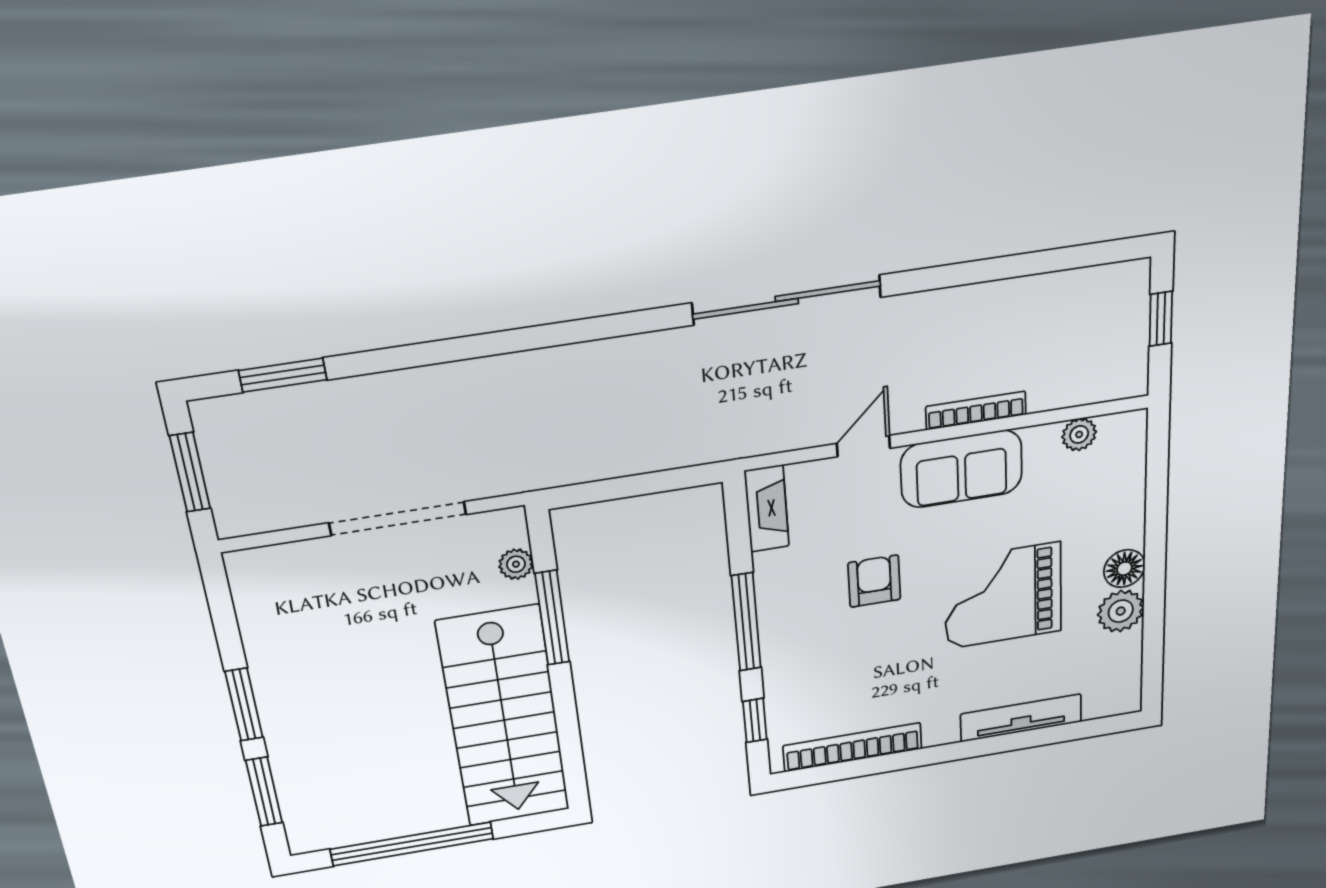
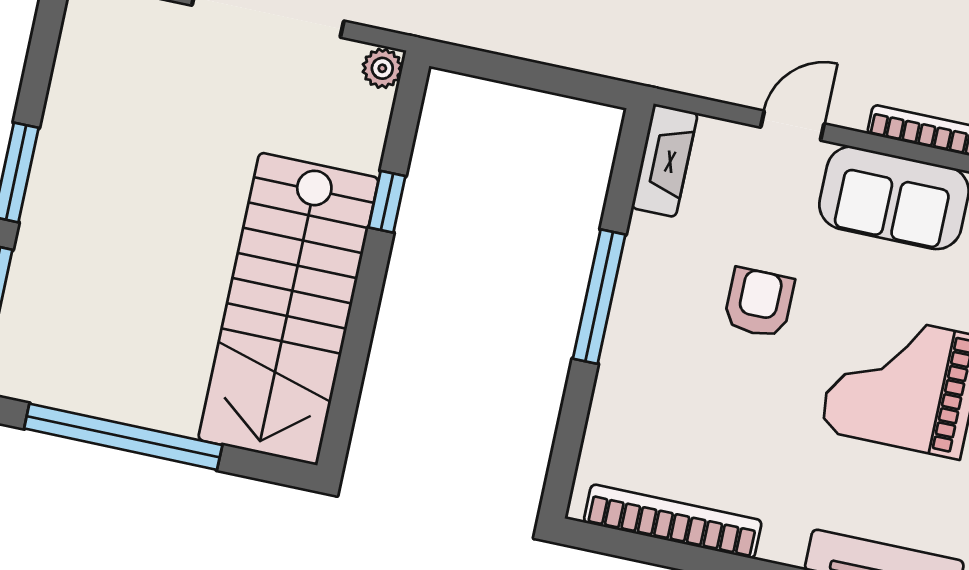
plant: (516, 564) -> (382, 68), moved
window: (552, 618) -> (387, 202), width x0.46
window: (755, 720) -> (570, 434), removed

